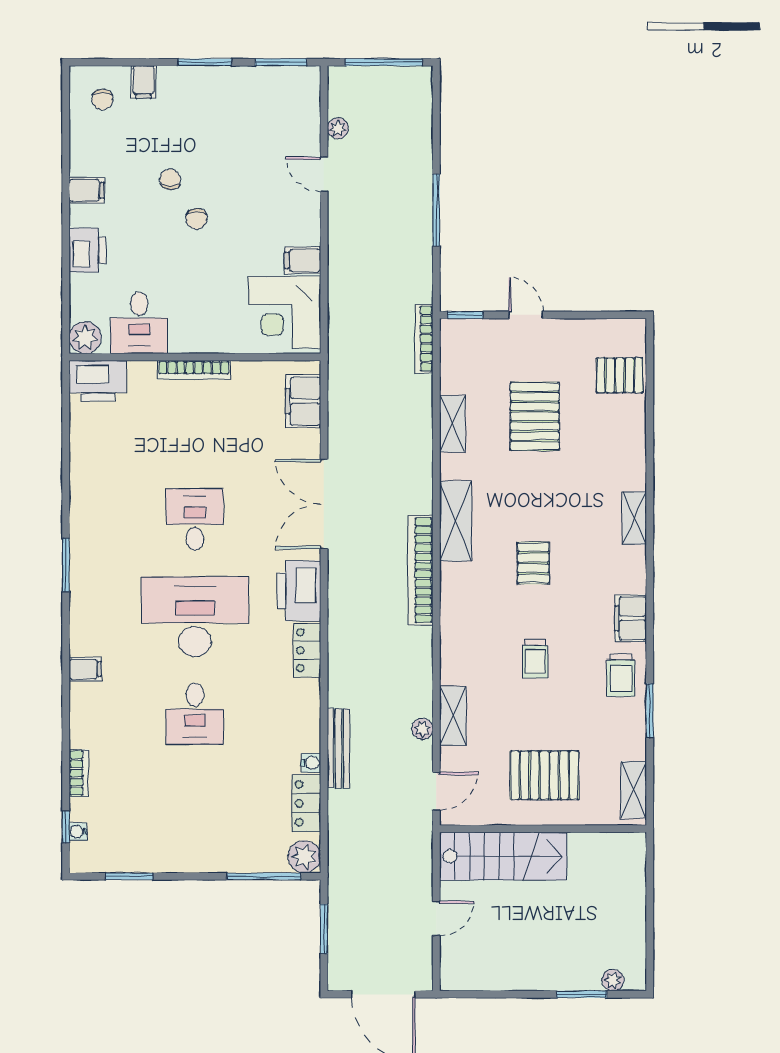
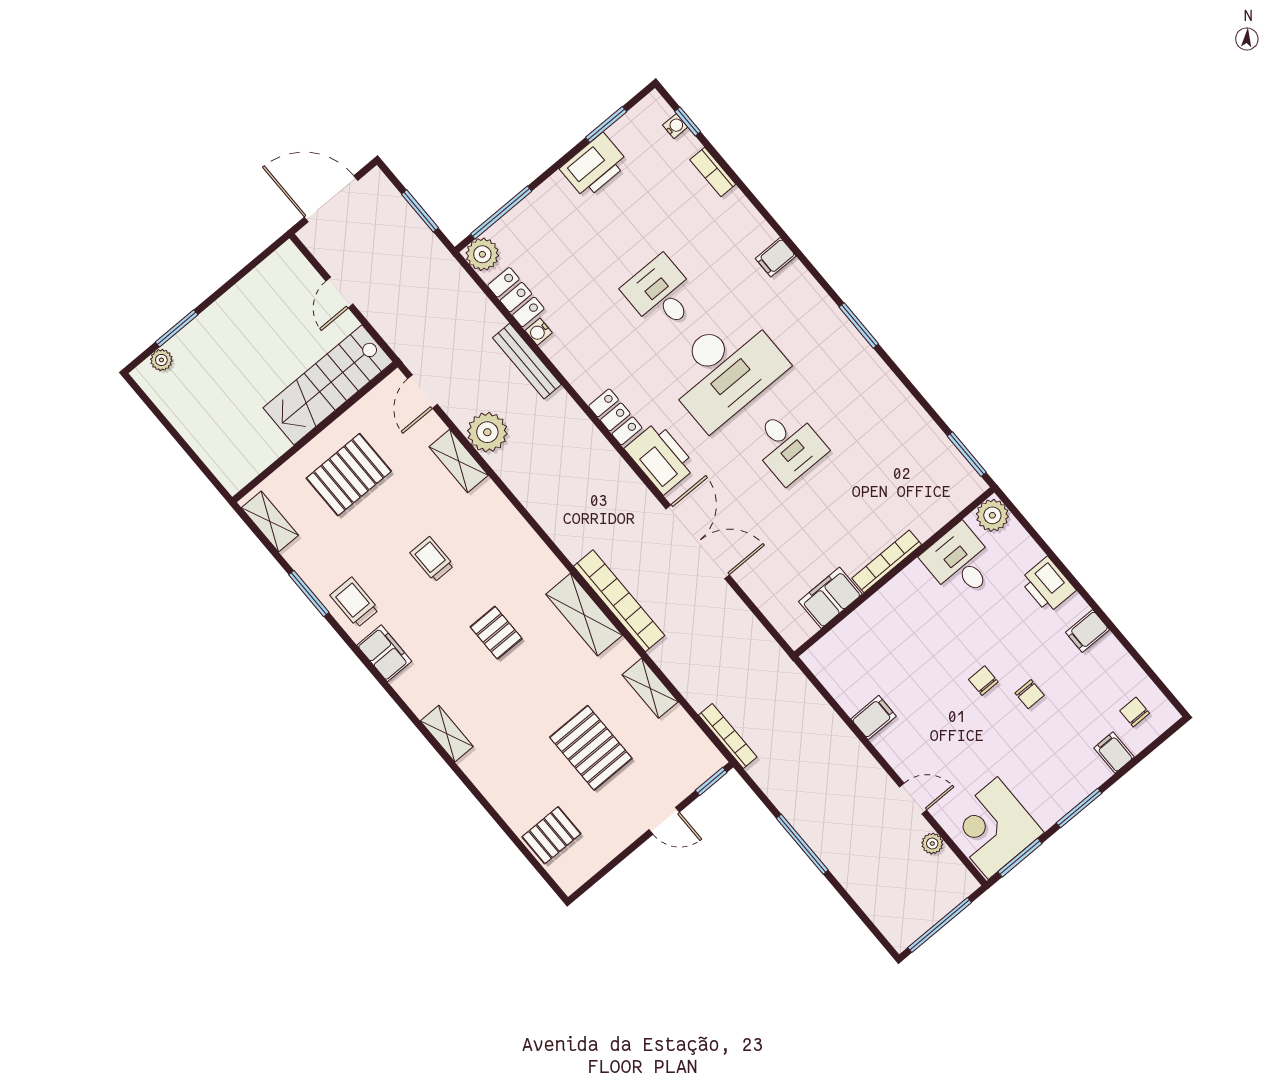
corner desk: (285, 312) -> (993, 828), moved, turned -90
printer: (98, 381) -> (594, 166), moved, turned 180
window: (66, 400) -> (967, 454), added
filing cabinet: (303, 401) -> (830, 598), moved, turned -90
bookcase: (420, 570) -> (619, 601), moved
plant: (422, 729) -> (487, 432), width x1.88, depth x1.88

